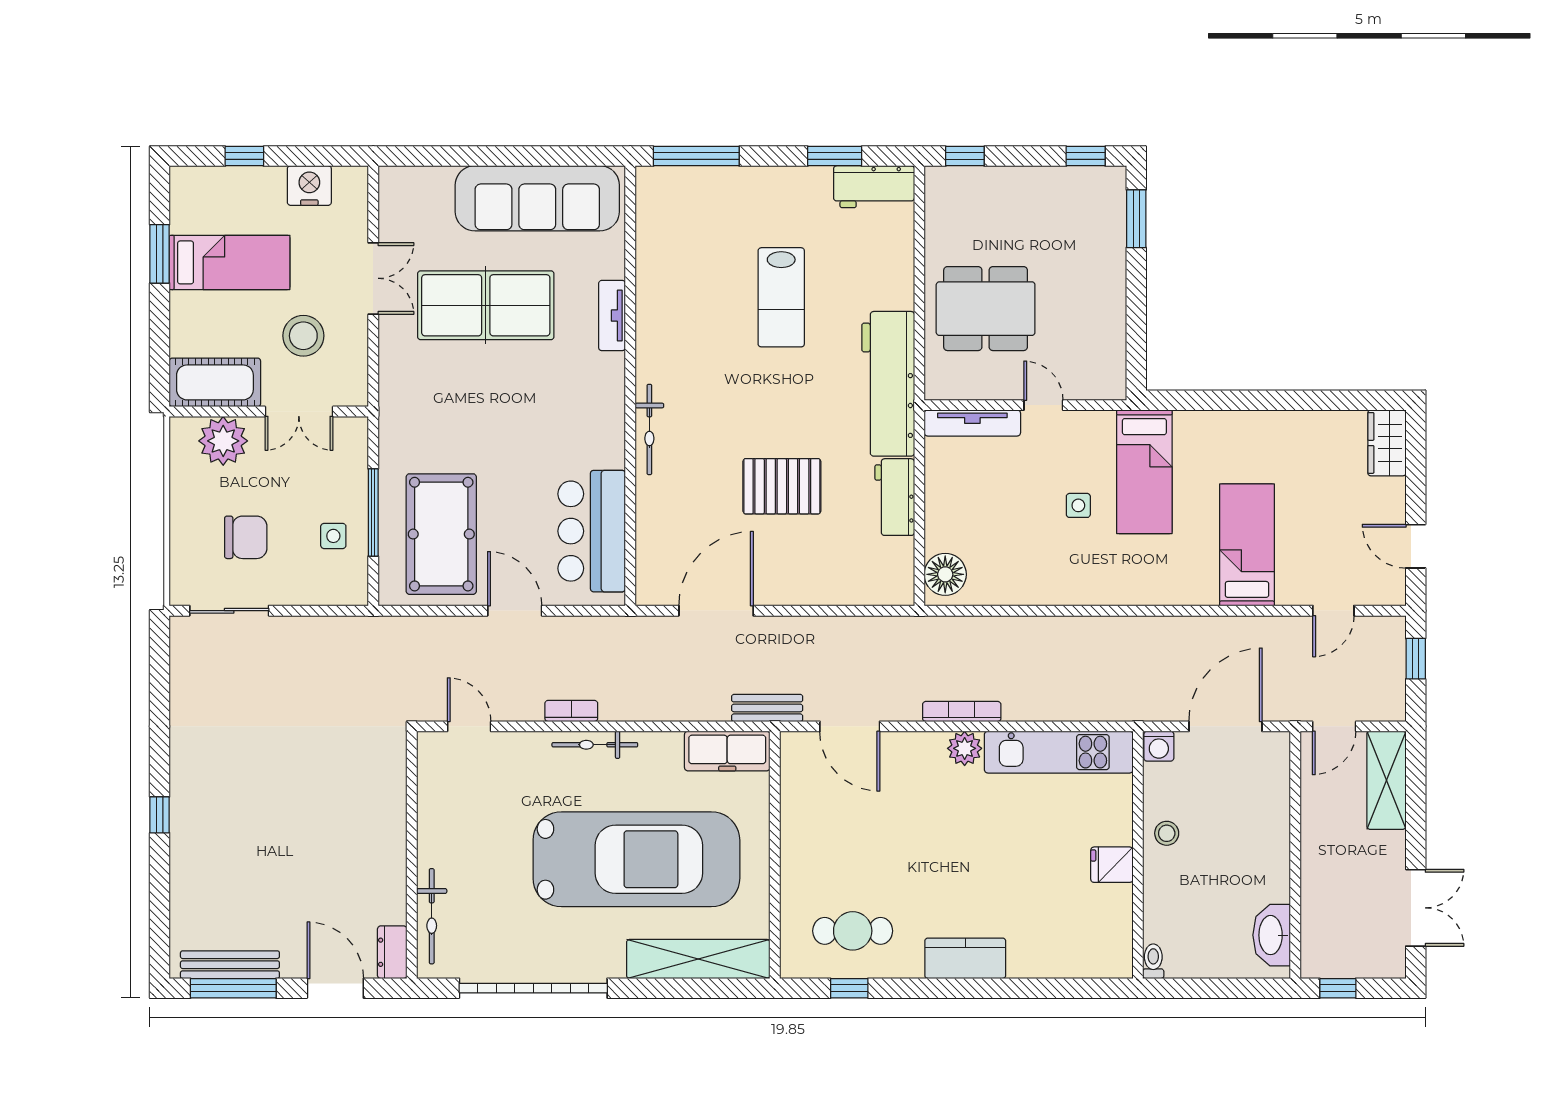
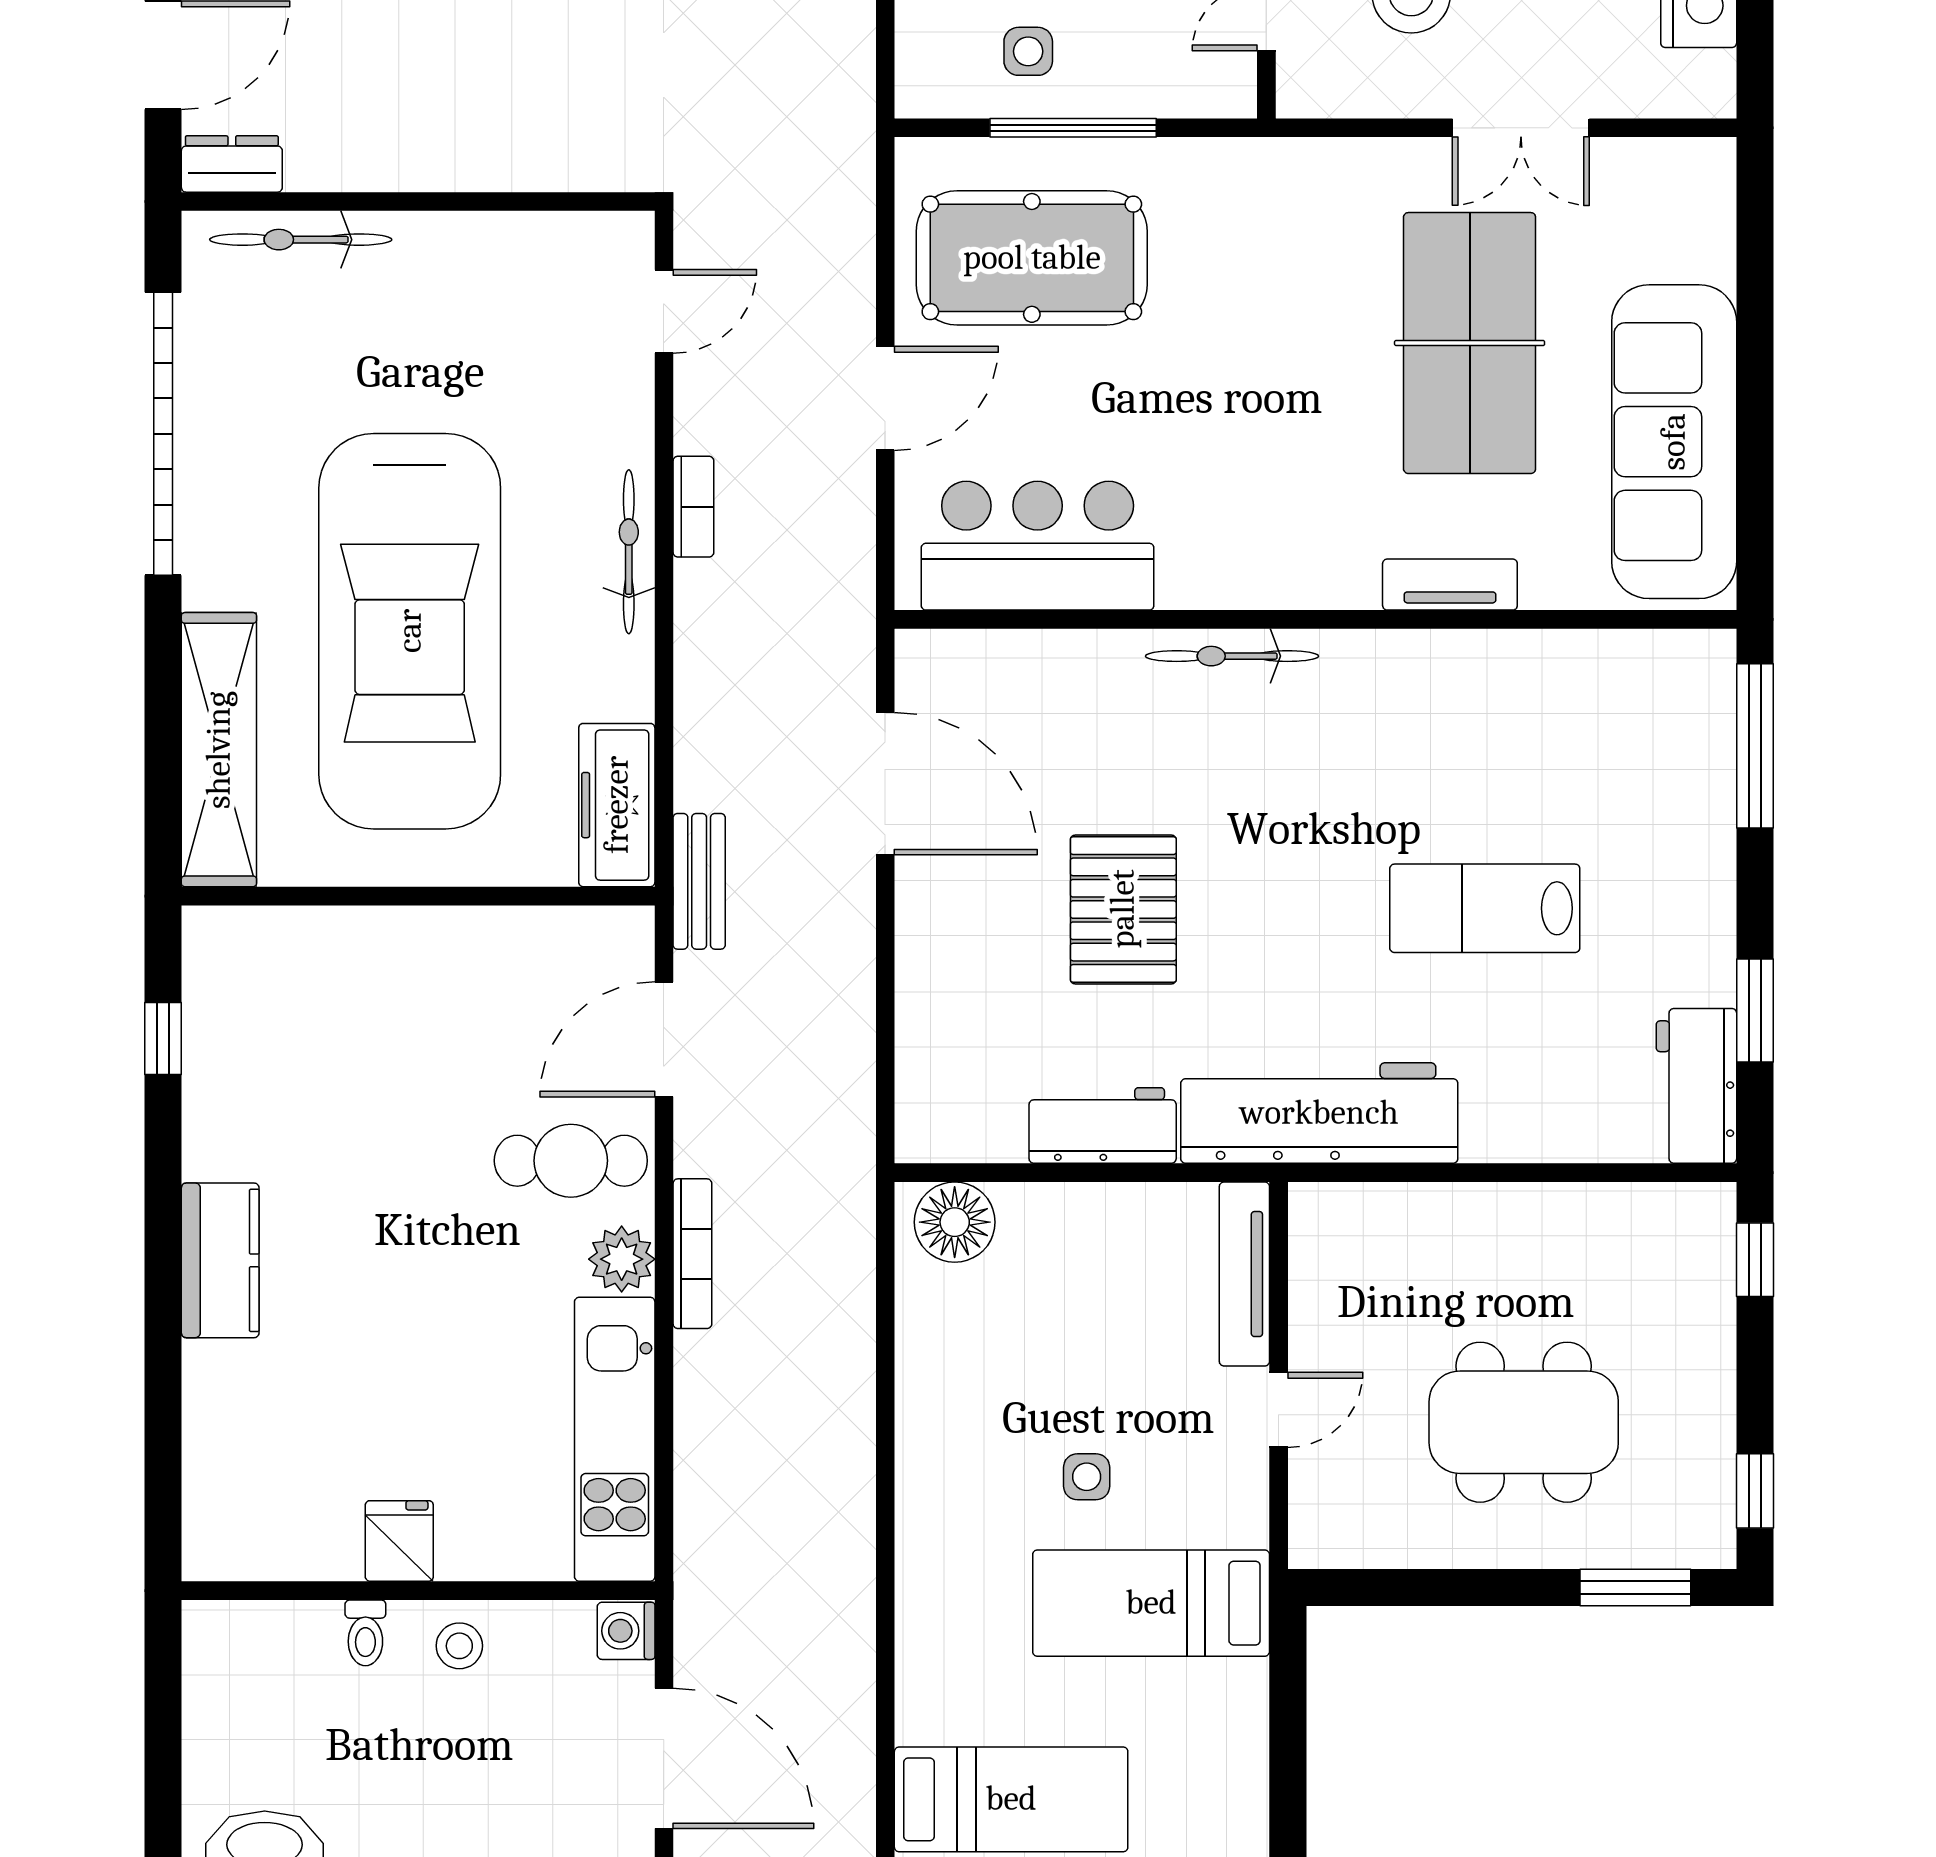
dining table: (986, 309) -> (1524, 1422), moved, turned 90
cafe table: (853, 931) -> (571, 1161), moved, turned 90
toilet: (1153, 961) -> (365, 1633), moved, turned 90

